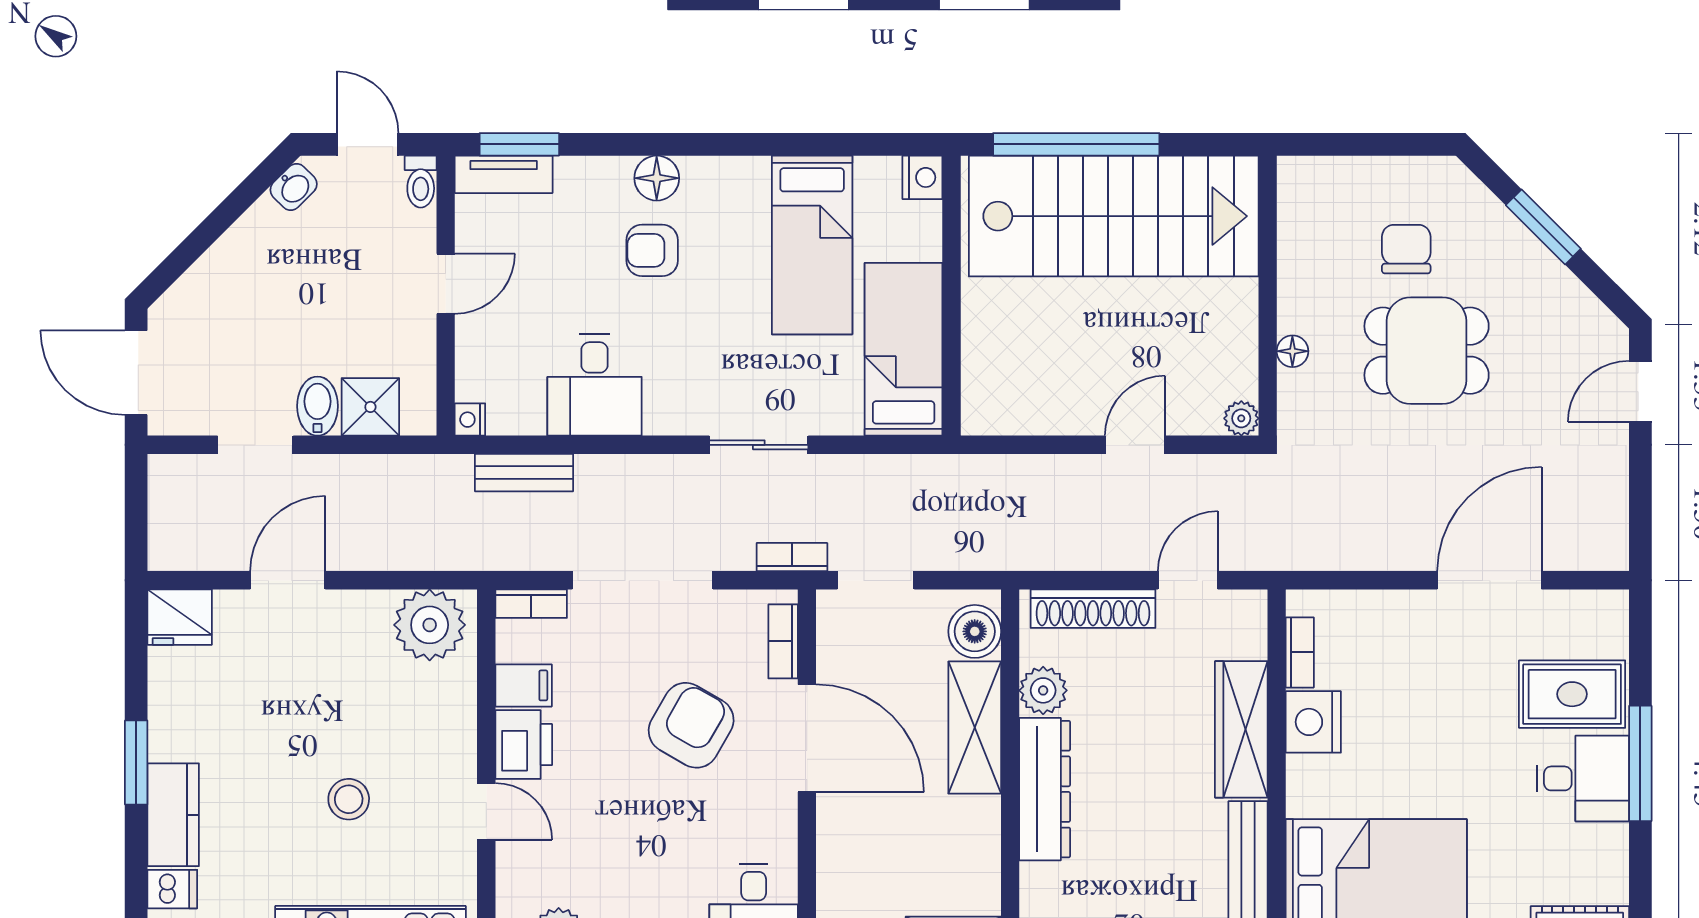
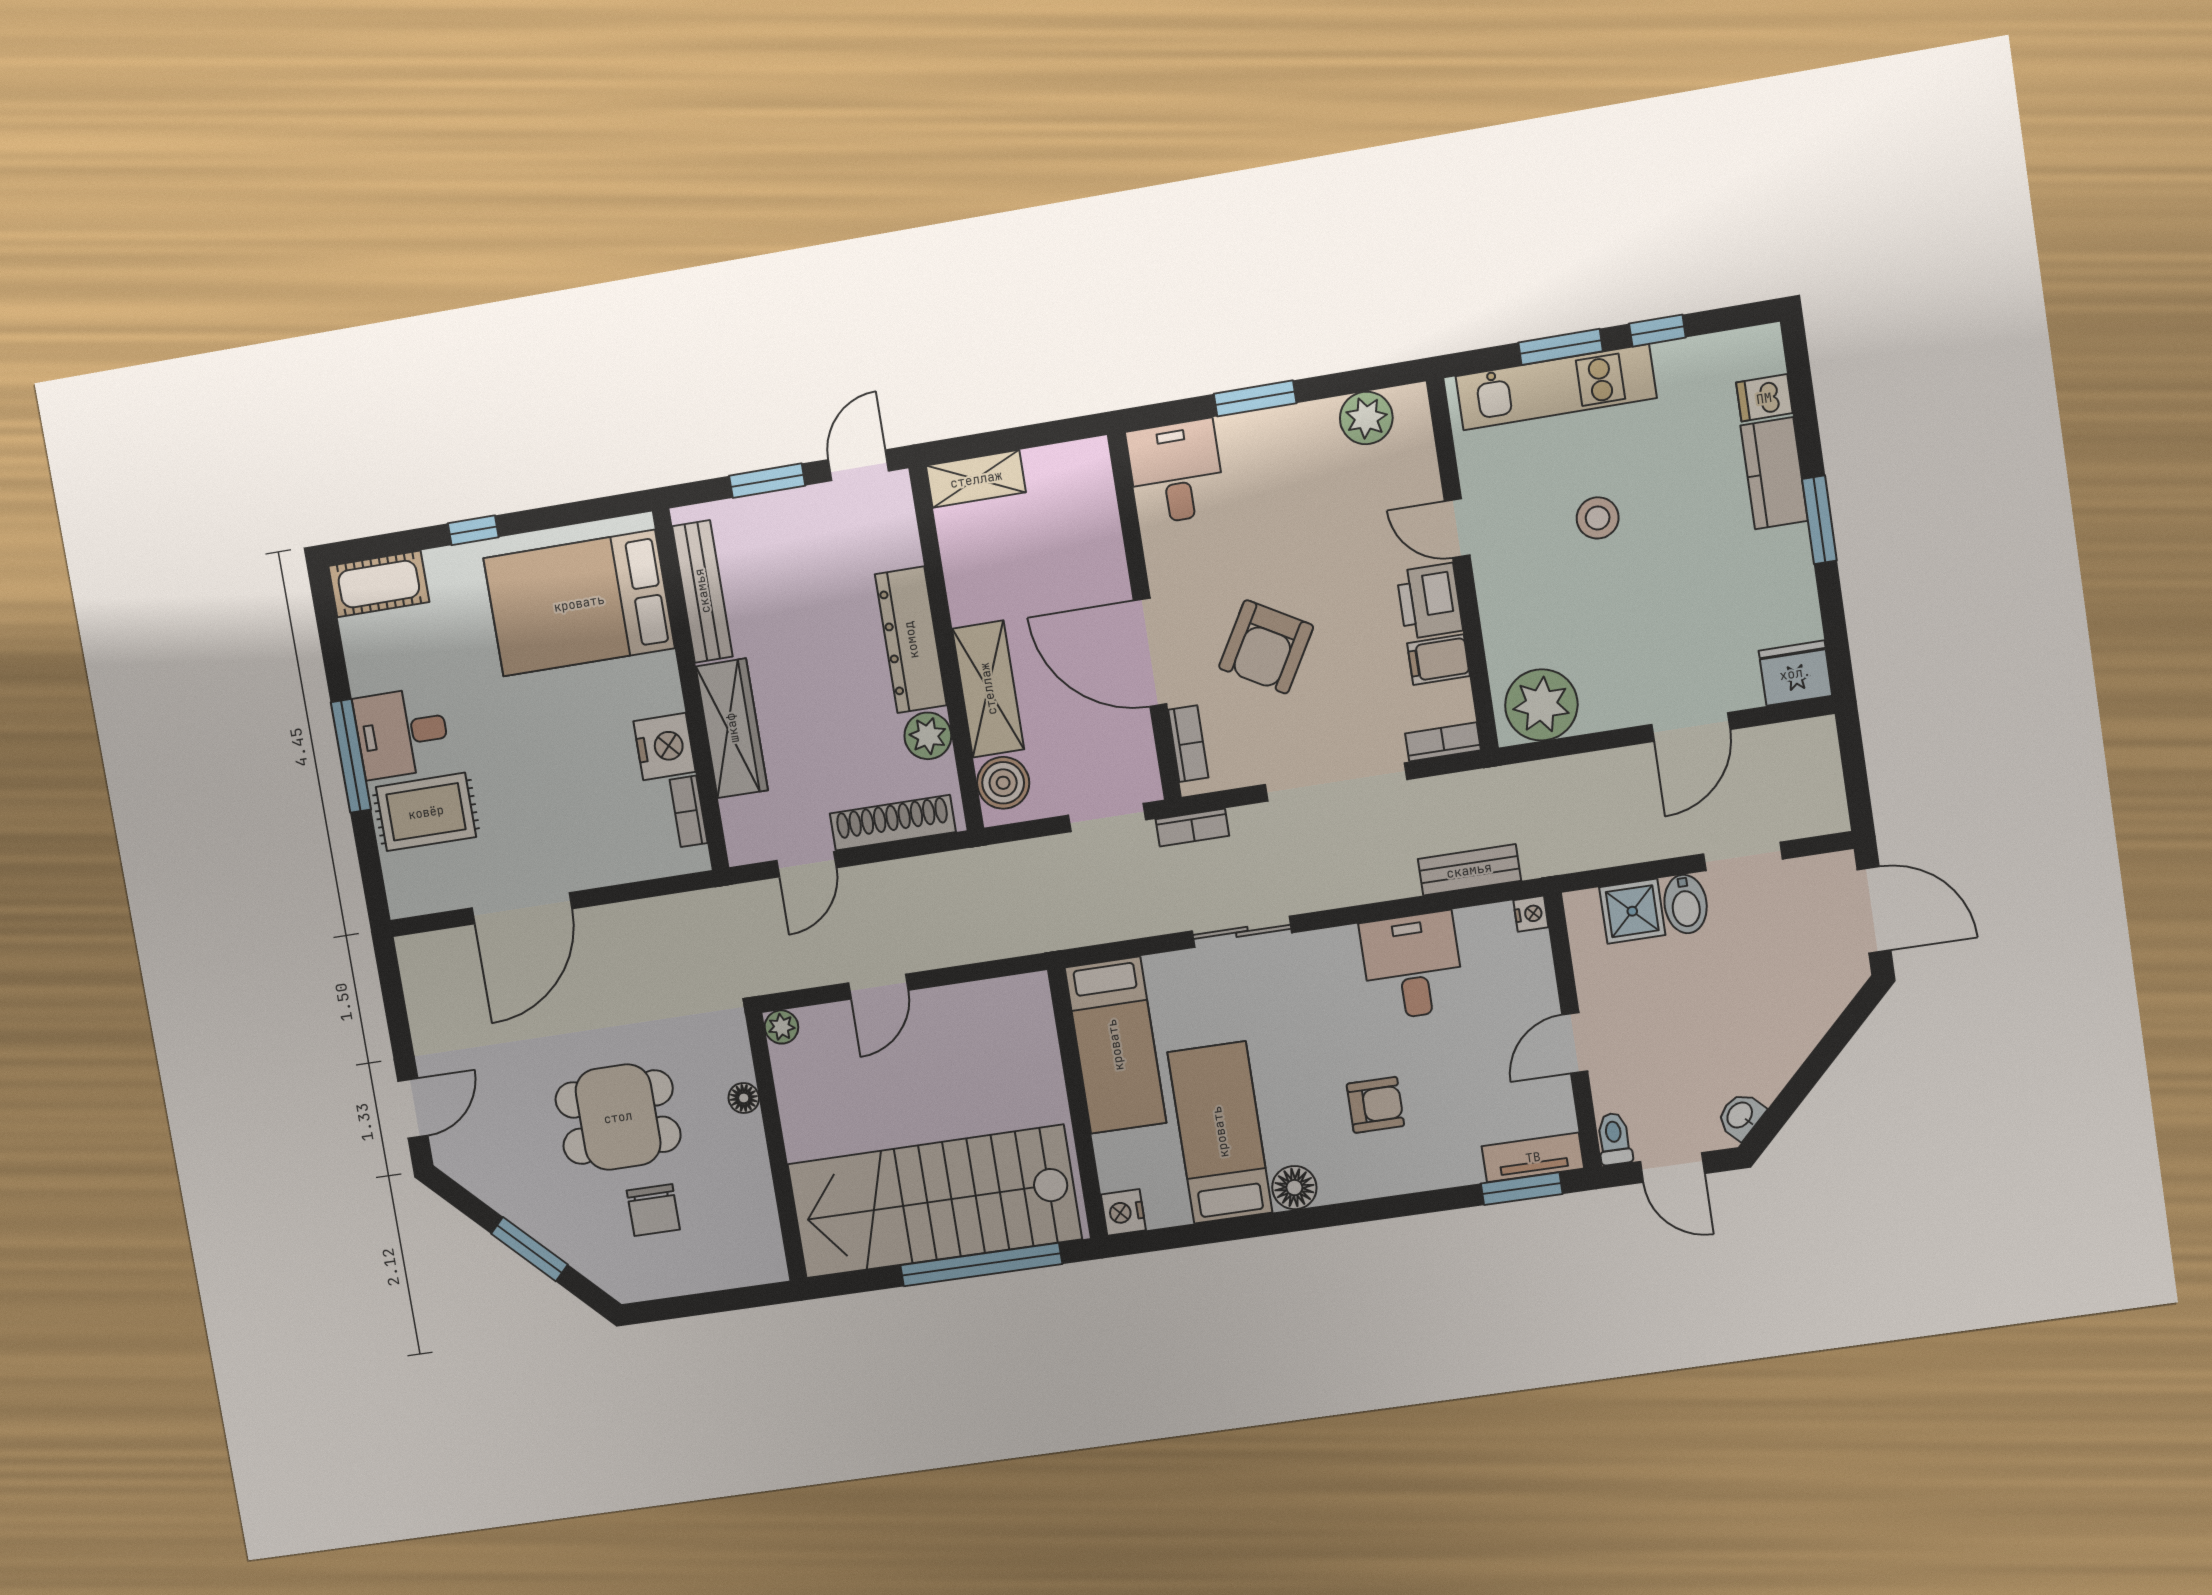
floor lamp: (657, 178) -> (1294, 1188), moved

